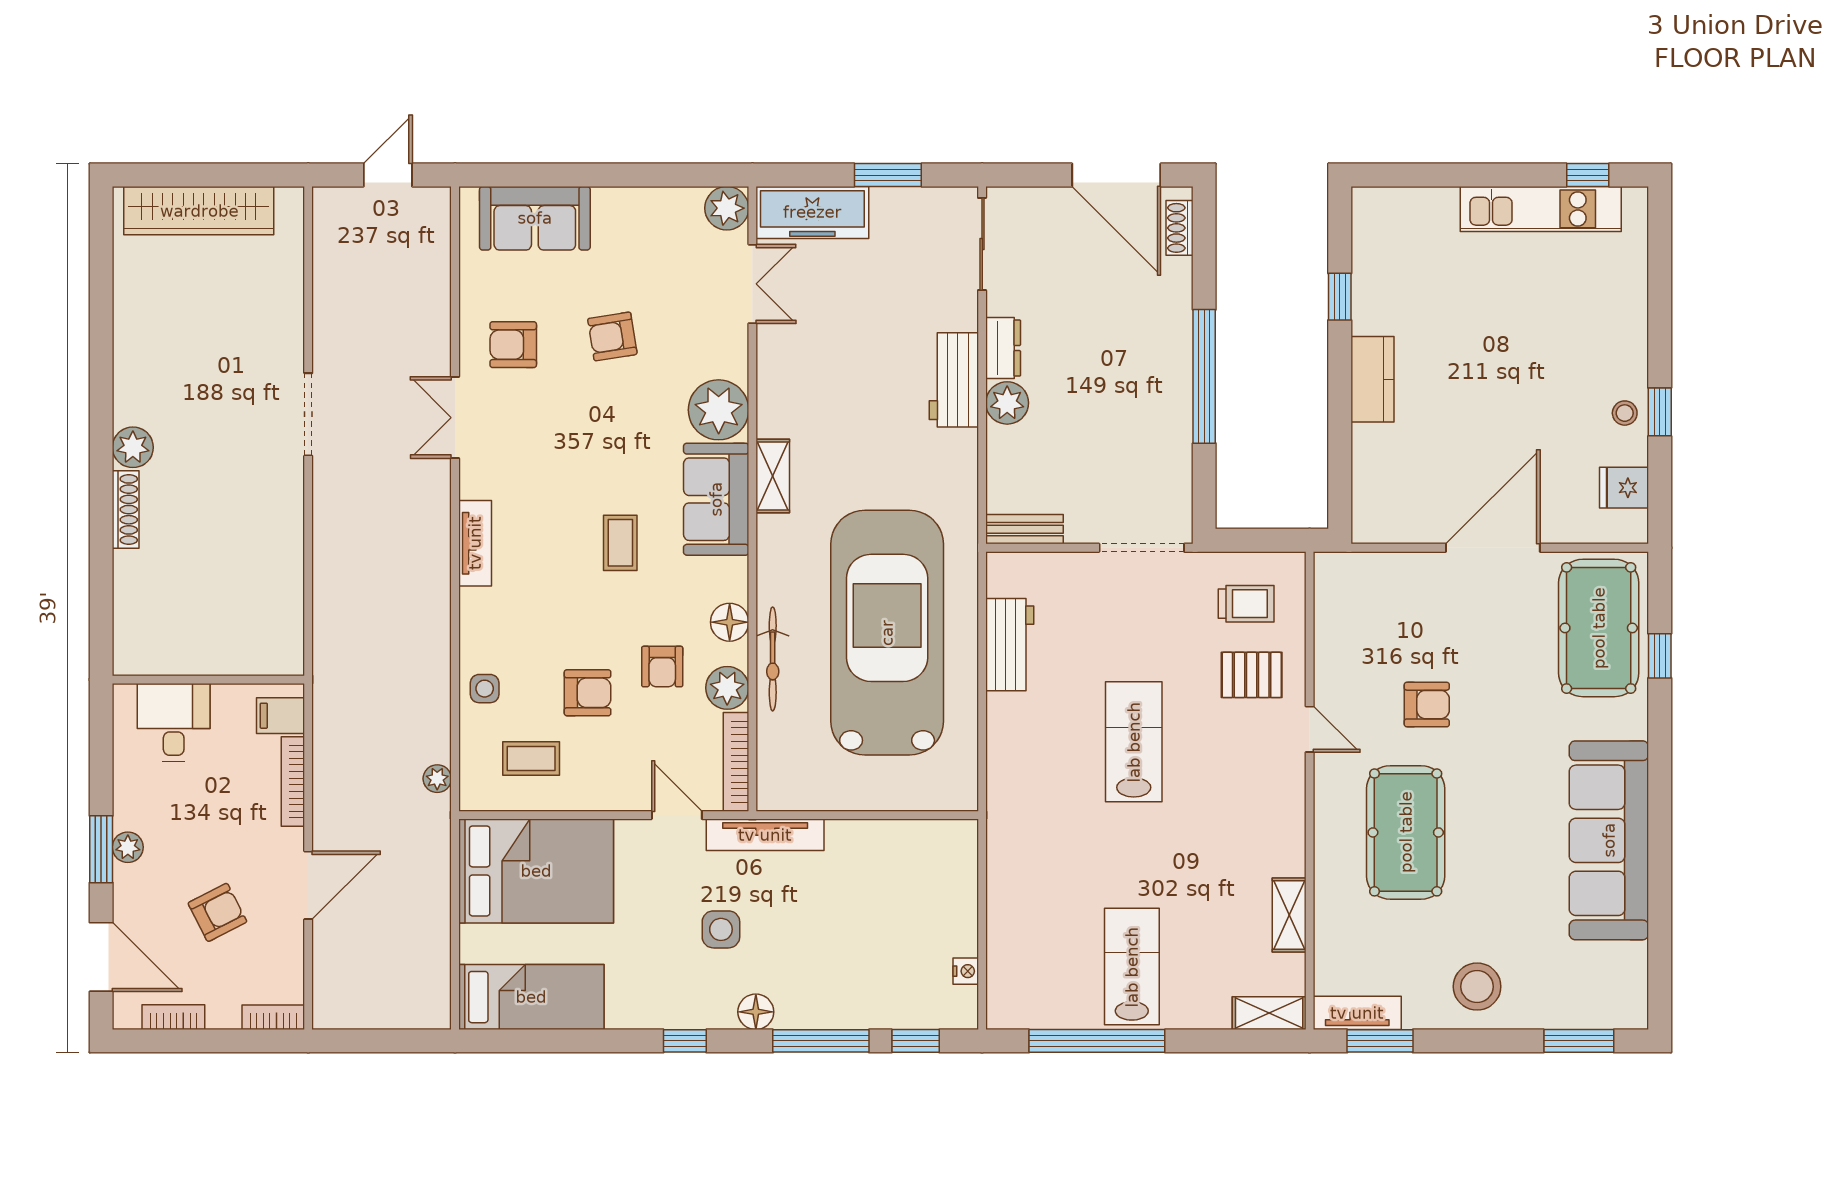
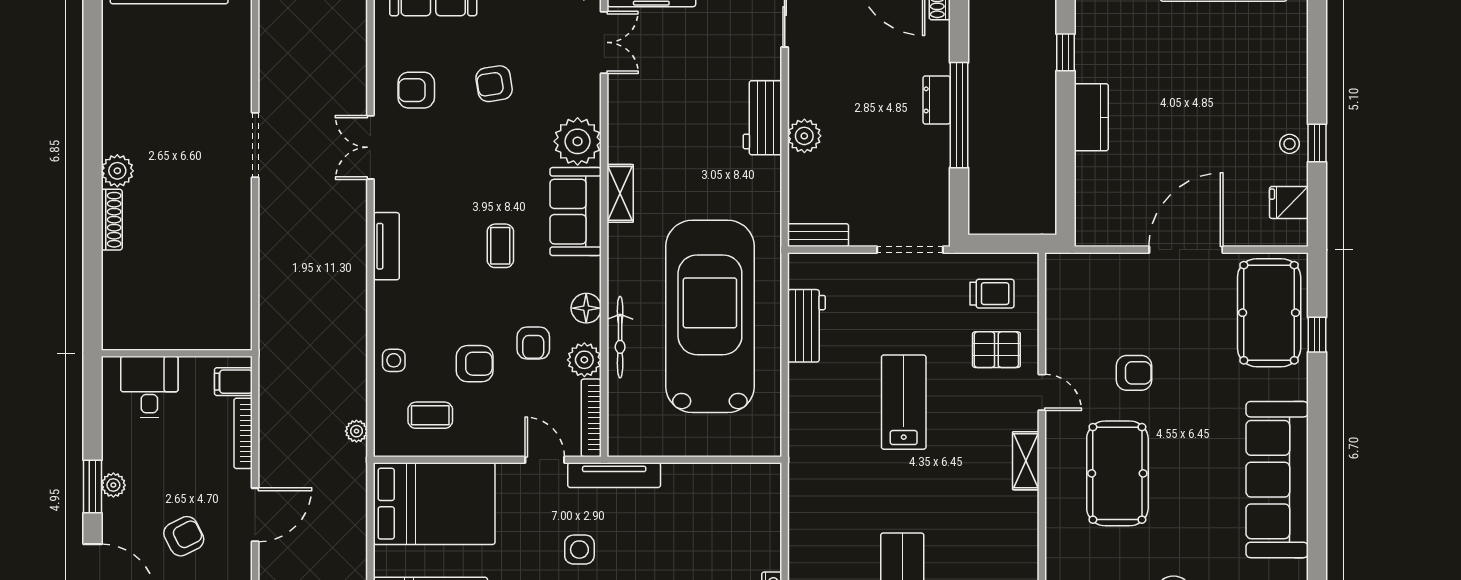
dresser: (1003, 348) -> (937, 100), moved, turned 180
shelving: (1289, 915) -> (1026, 461), moved

